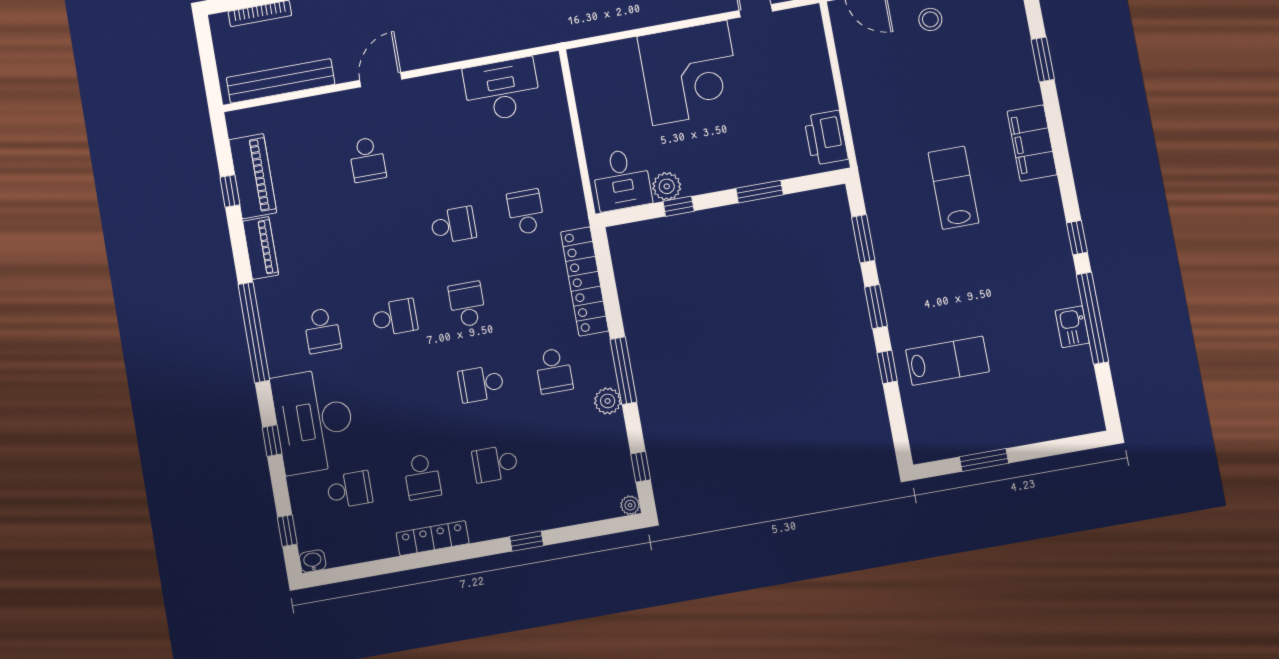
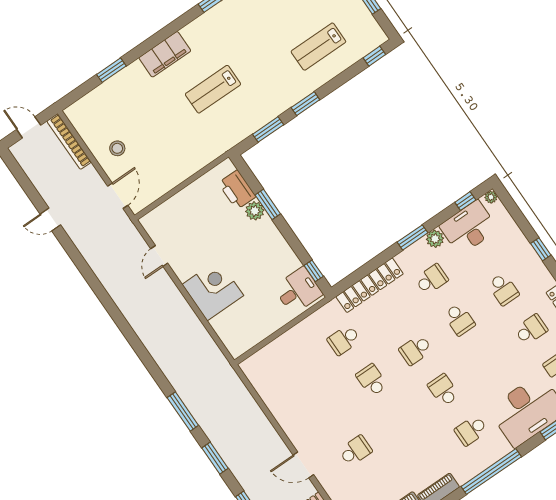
corner desk: (690, 73) -> (213, 290), width x0.74, depth x0.74
desk: (502, 90) -> (469, 228), moved, turned 90
printer: (826, 138) -> (237, 190), moved, turned 90
plant: (667, 186) -> (255, 211), moved
window: (679, 206) -> (314, 271), moved
school desk: (322, 330) -> (471, 430), turned 180
lab bench: (947, 361) -> (318, 47), turned -90
window: (887, 367) -> (374, 56), moved
window: (623, 371) -> (413, 237), width x0.69

